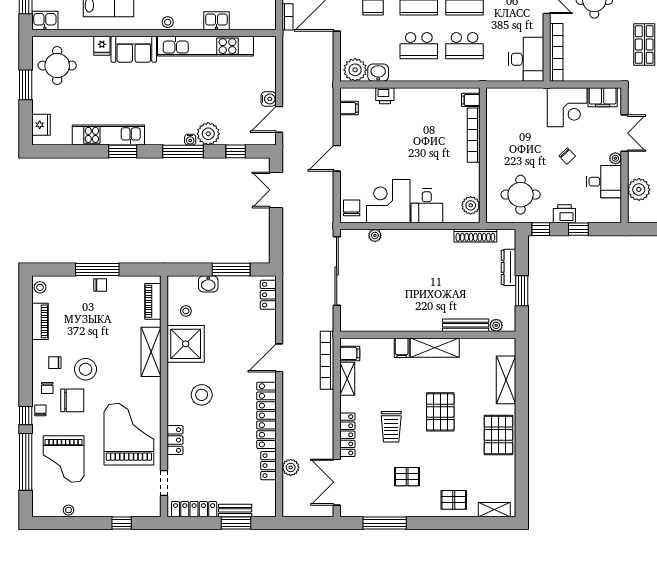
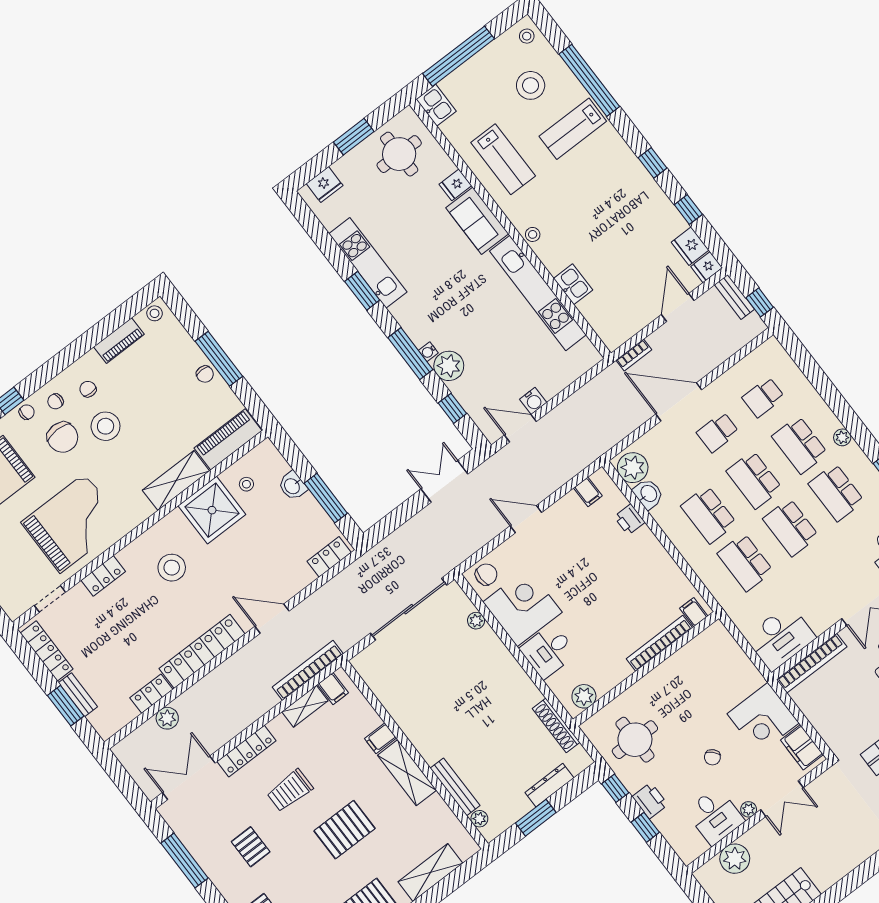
piano: (153, 301) -> (228, 439), width x1.37, depth x1.33

